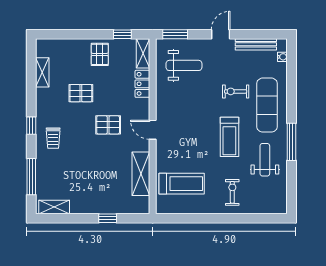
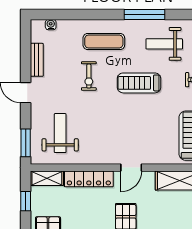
bench: (256, 44) -> (37, 60), width x0.73
locker: (142, 84) -> (89, 179), width x1.53
exercise mat: (267, 105) -> (104, 41), width x0.73, depth x0.69
treadmill: (229, 137) -> (139, 83), turned 180

